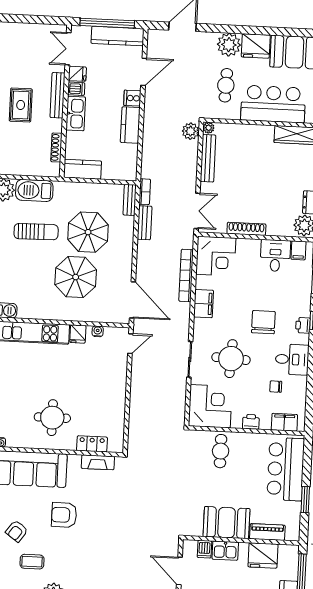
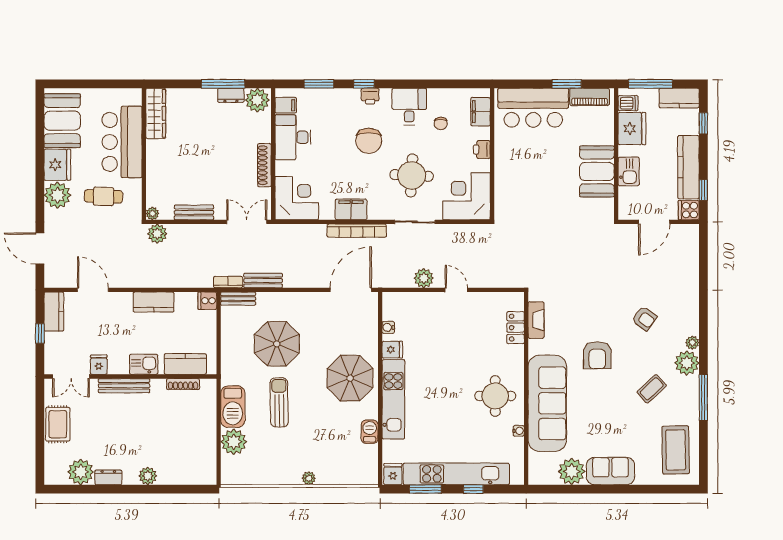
window: (107, 23) -> (40, 334), width x0.32
kitchen counter: (117, 36) -> (54, 312), width x0.67
dishwasher: (76, 89) -> (116, 365), removed
cooker: (132, 98) -> (207, 301), moved, turned 90
rug: (21, 105) -> (58, 424), moved, turned 90
kitchen sink: (76, 114) -> (144, 364), width x0.73
bench: (208, 158) -> (194, 212), width x0.73
kitchen counter: (82, 169) -> (185, 364), moved, turned 90
desk: (275, 256) -> (293, 137), width x1.37
bookcase: (186, 276) -> (357, 231), moved
parasol: (76, 277) -> (350, 378), moved
chair: (263, 322) -> (369, 141), turned -90
door: (130, 344) -> (456, 290), moved
plant: (140, 365) -> (424, 278), added
round table: (52, 418) -> (495, 396), moved
cafe table: (221, 451) -> (517, 182), removed
armchair: (17, 531) -> (644, 318), moved
piano: (267, 532) -> (590, 97), moved, turned -90
dishwasher: (204, 549) -> (628, 103), moved
coffee table: (32, 562) -> (652, 389), turned 47

